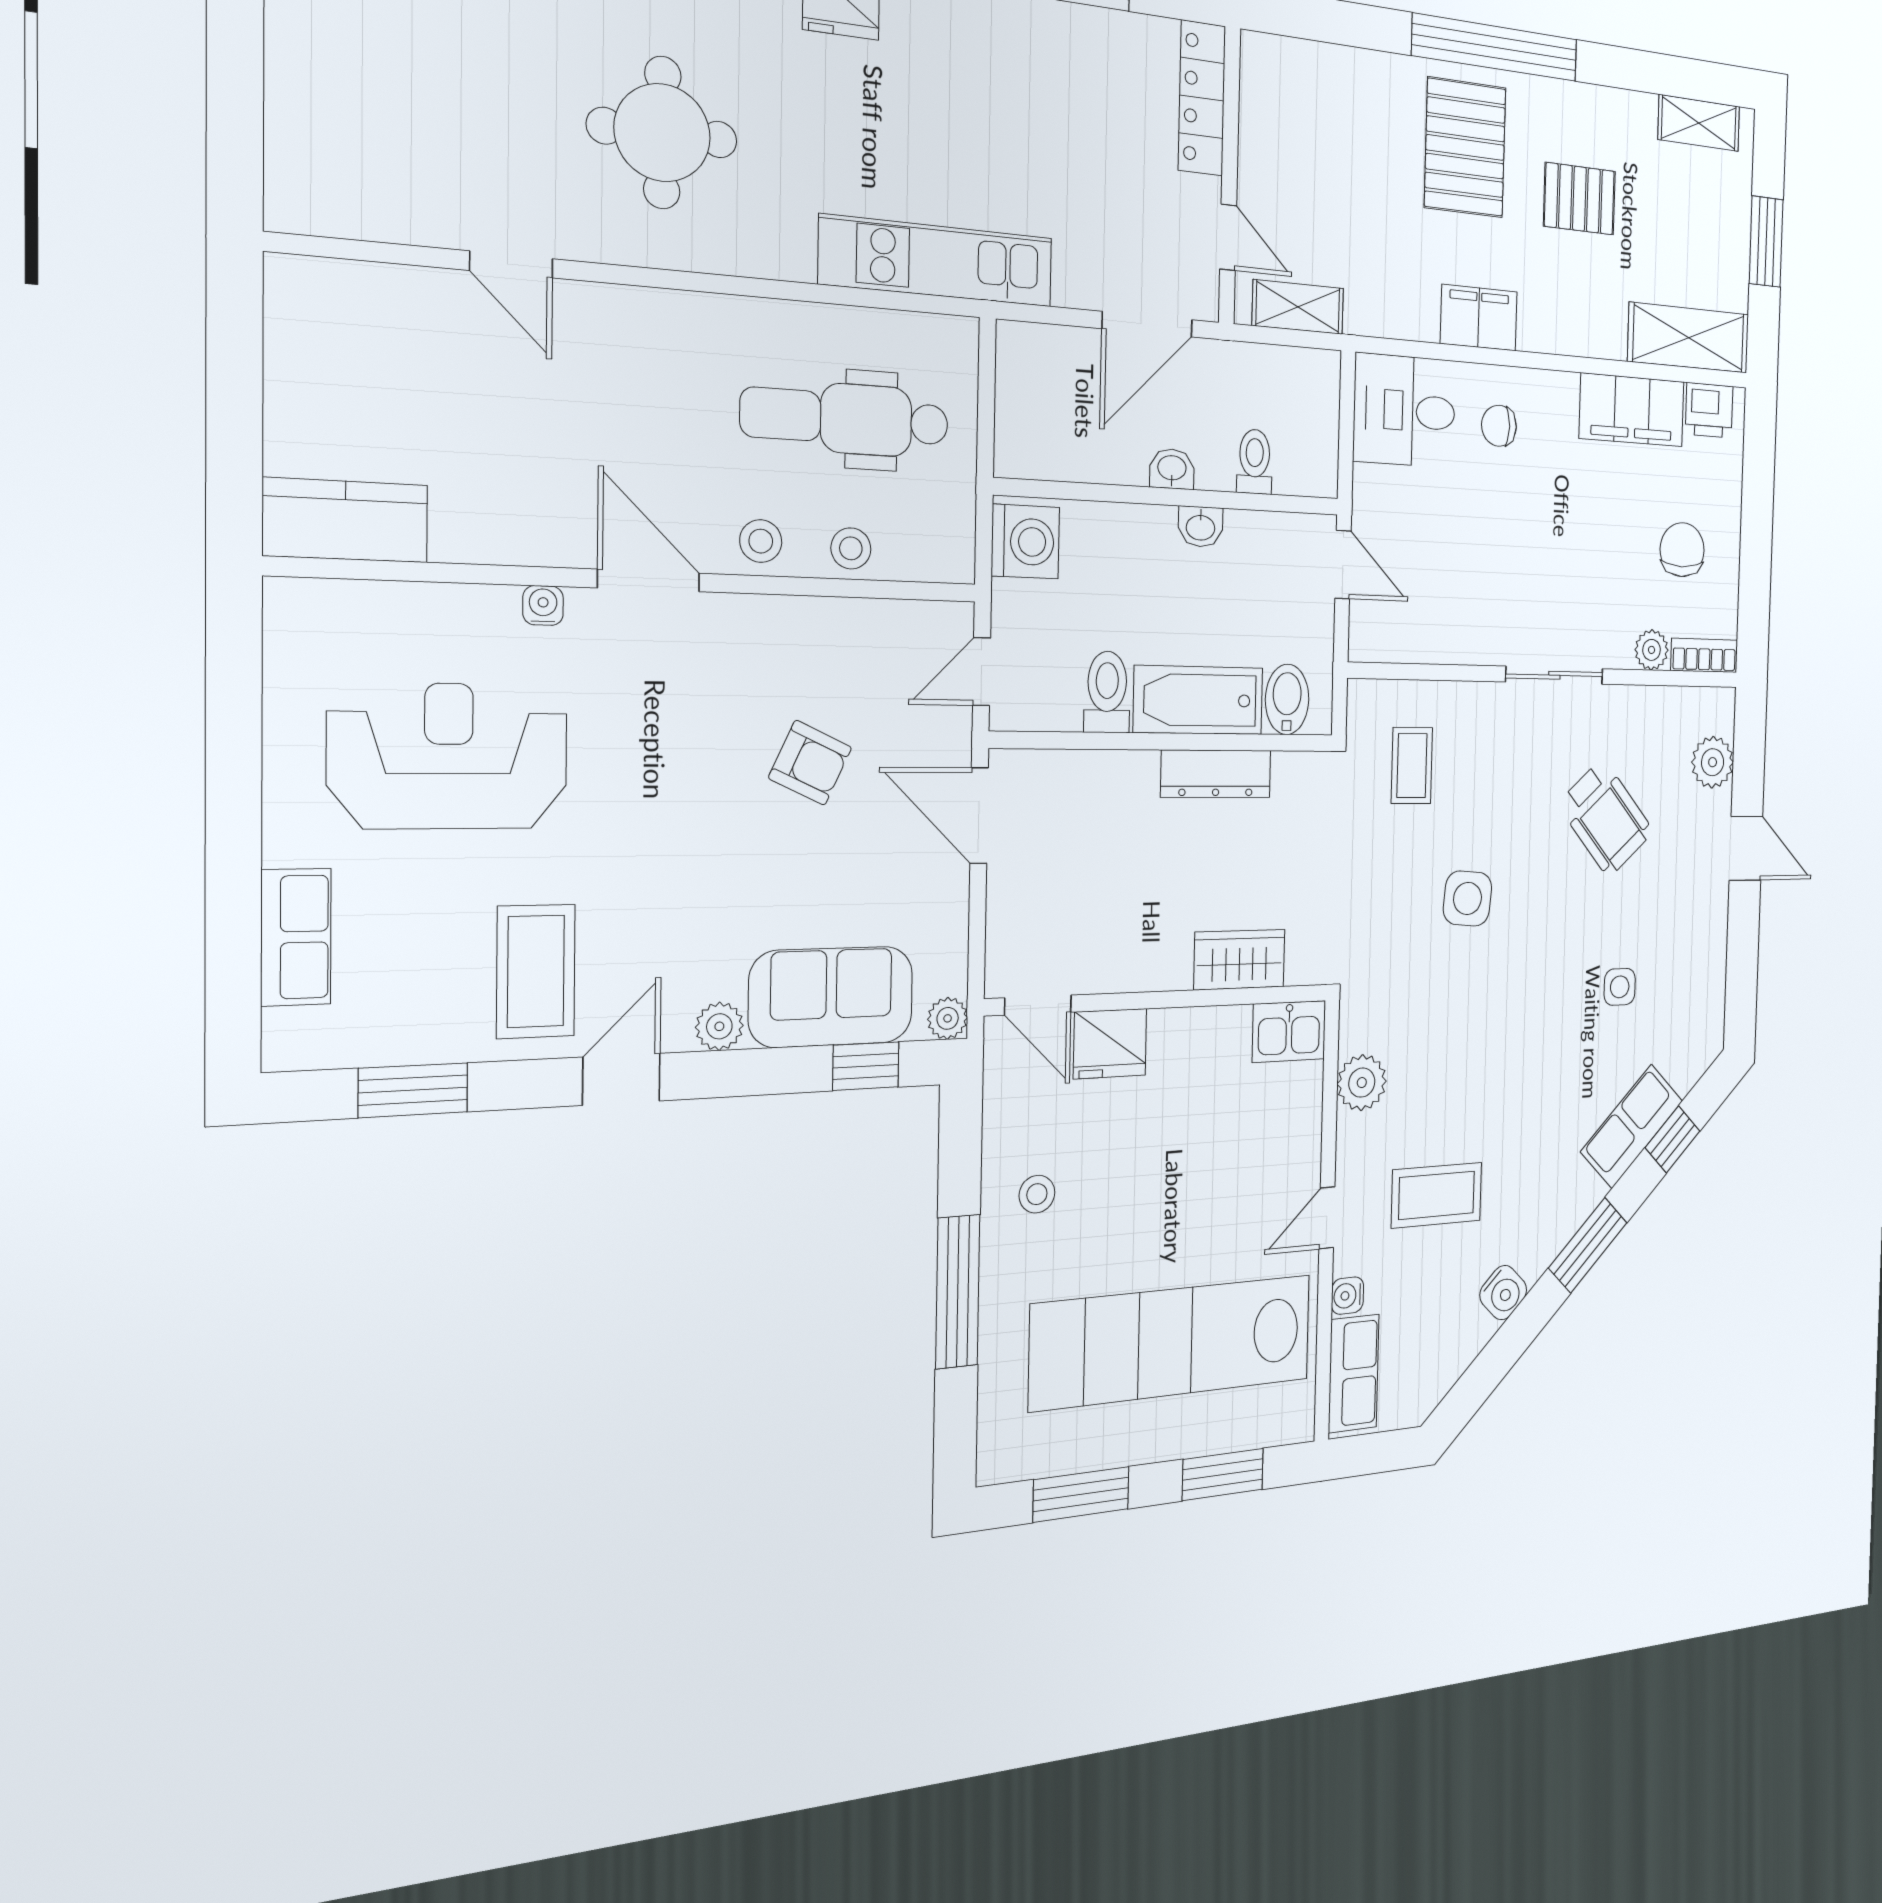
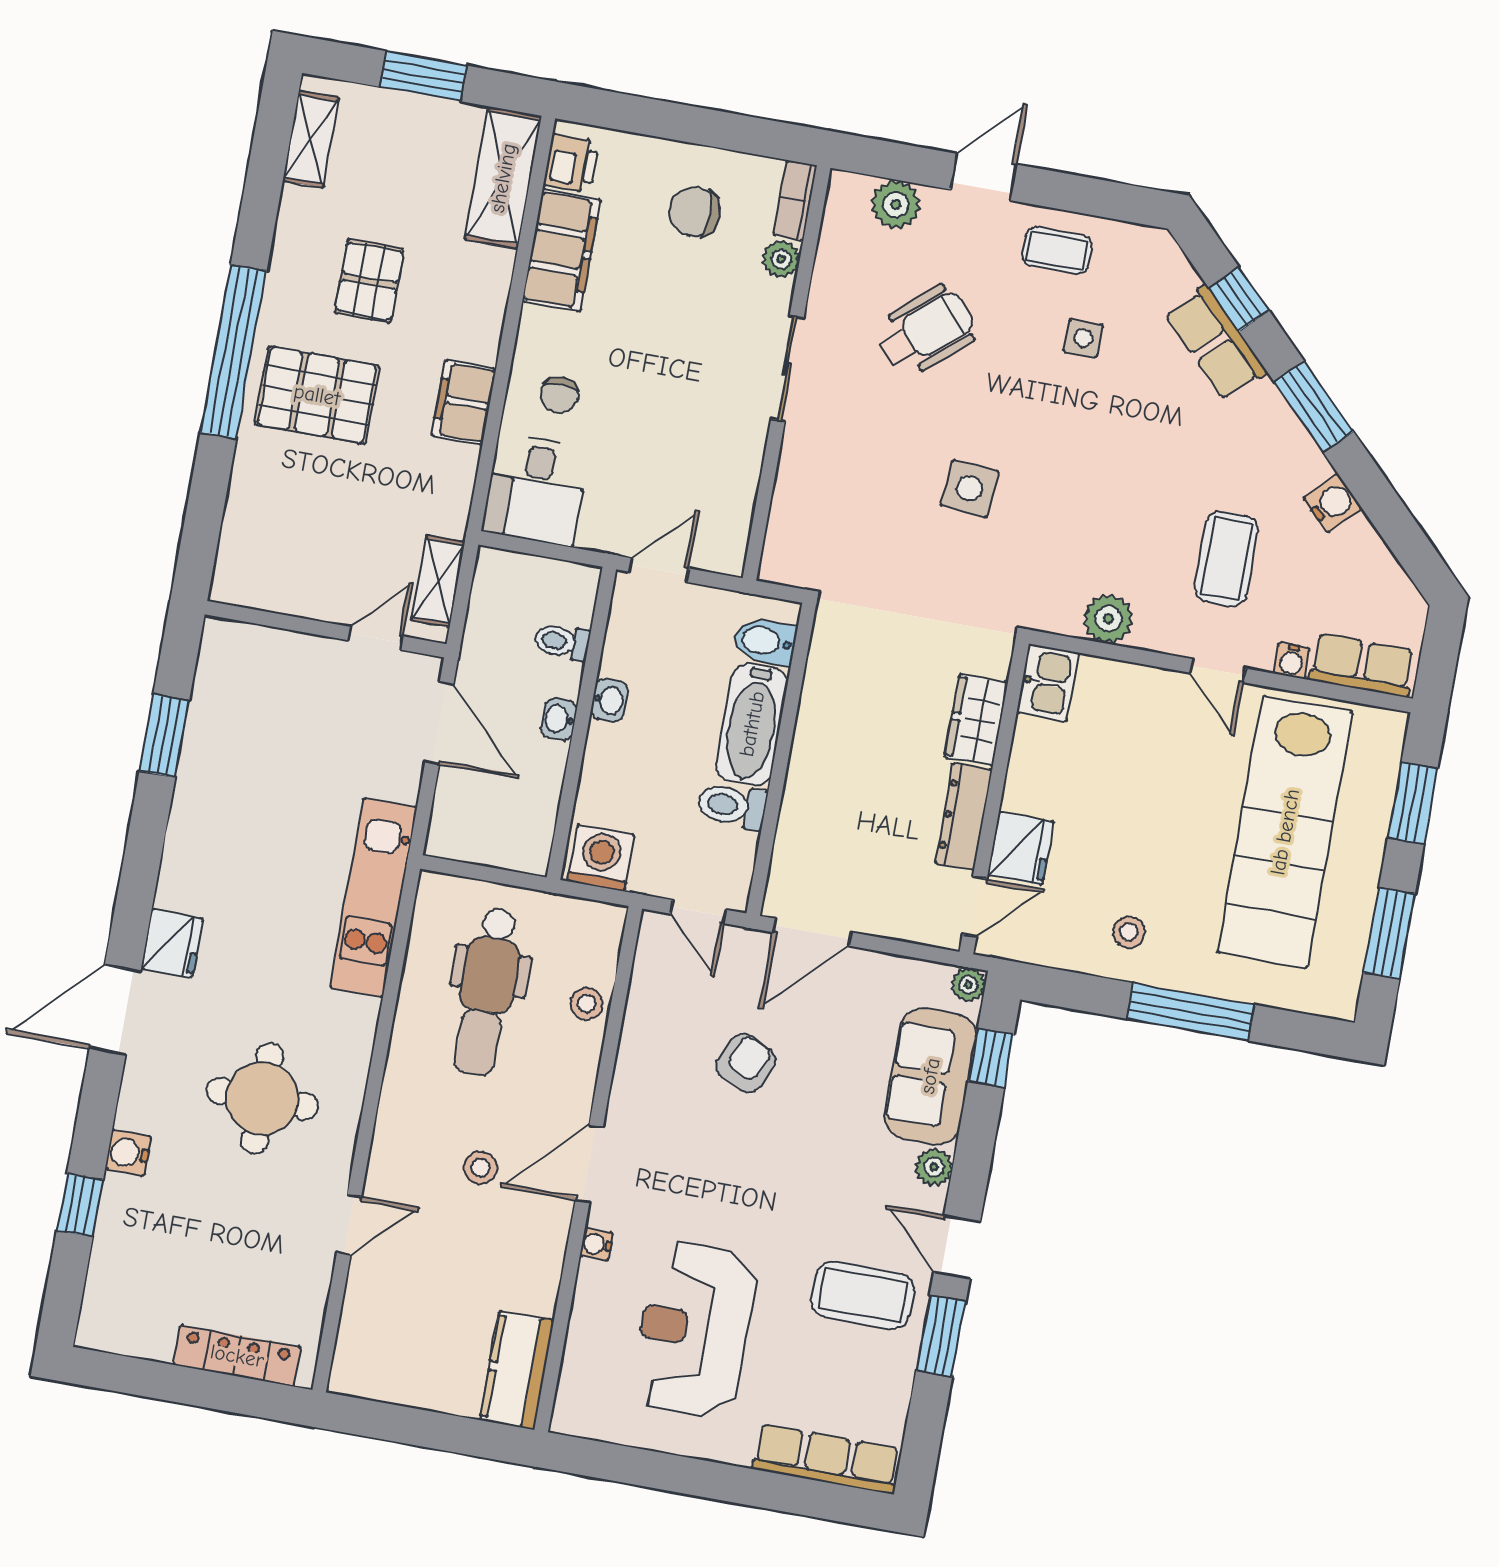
locker: (1202, 98) -> (237, 1356), moved, turned 180
stool: (761, 541) -> (481, 1168), moved
coffee table: (1412, 766) -> (1057, 251), moved
dresser: (1216, 774) -> (964, 817), moved, turned 180
row of seats: (296, 937) -> (826, 1459), width x1.48
window: (413, 1090) -> (941, 1336), moved

